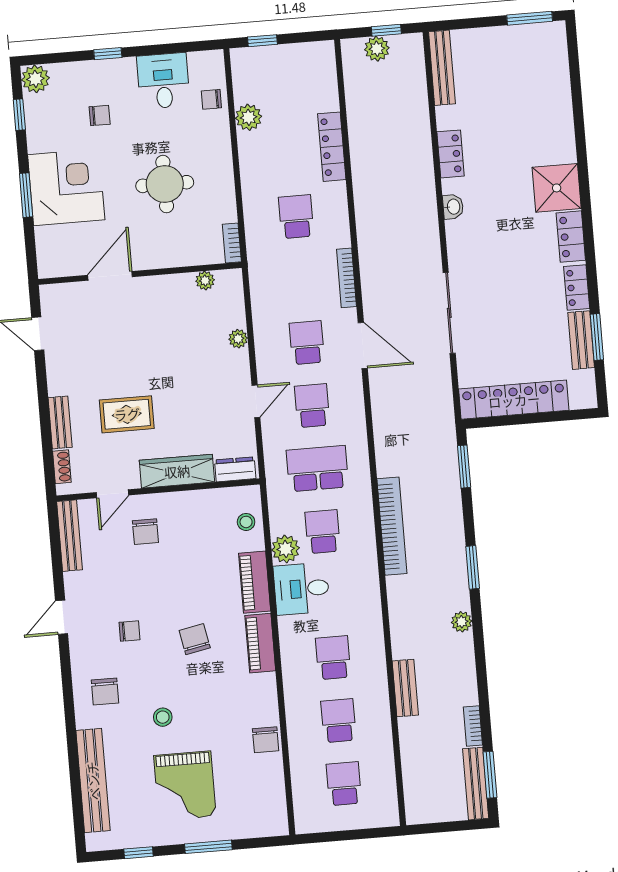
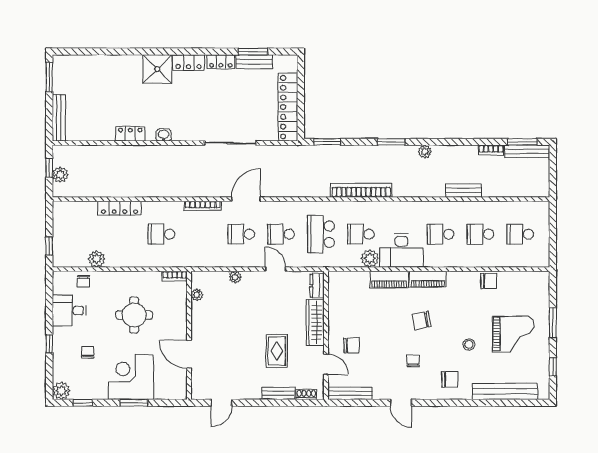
bench: (442, 68) -> (59, 118), moved, turned 90
stool: (246, 522) -> (351, 282), removed
desk: (302, 589) -> (401, 250), width x1.37

